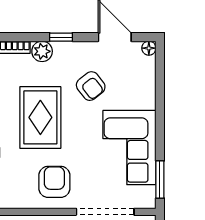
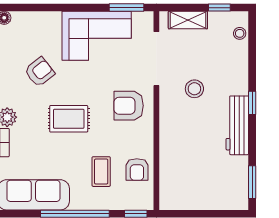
rug: (40, 117) -> (69, 119), width x0.73, depth x0.70

